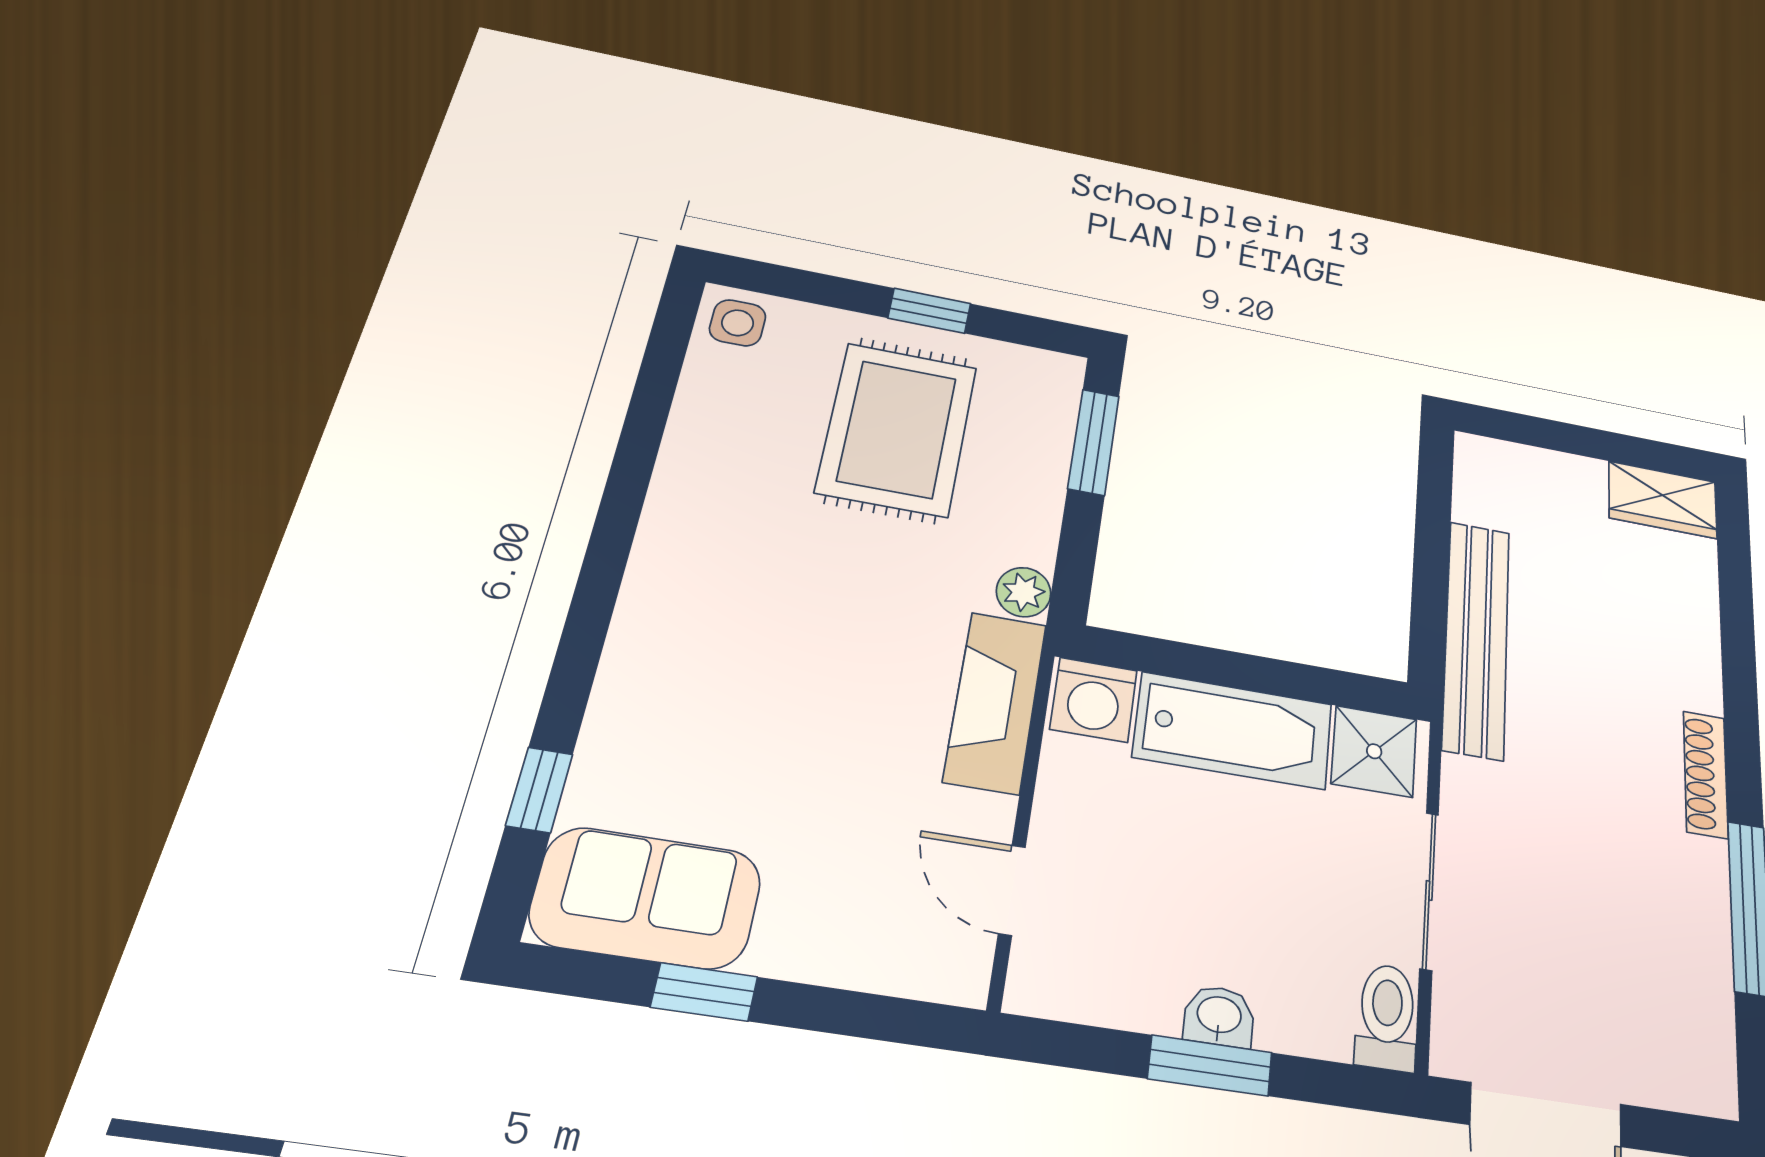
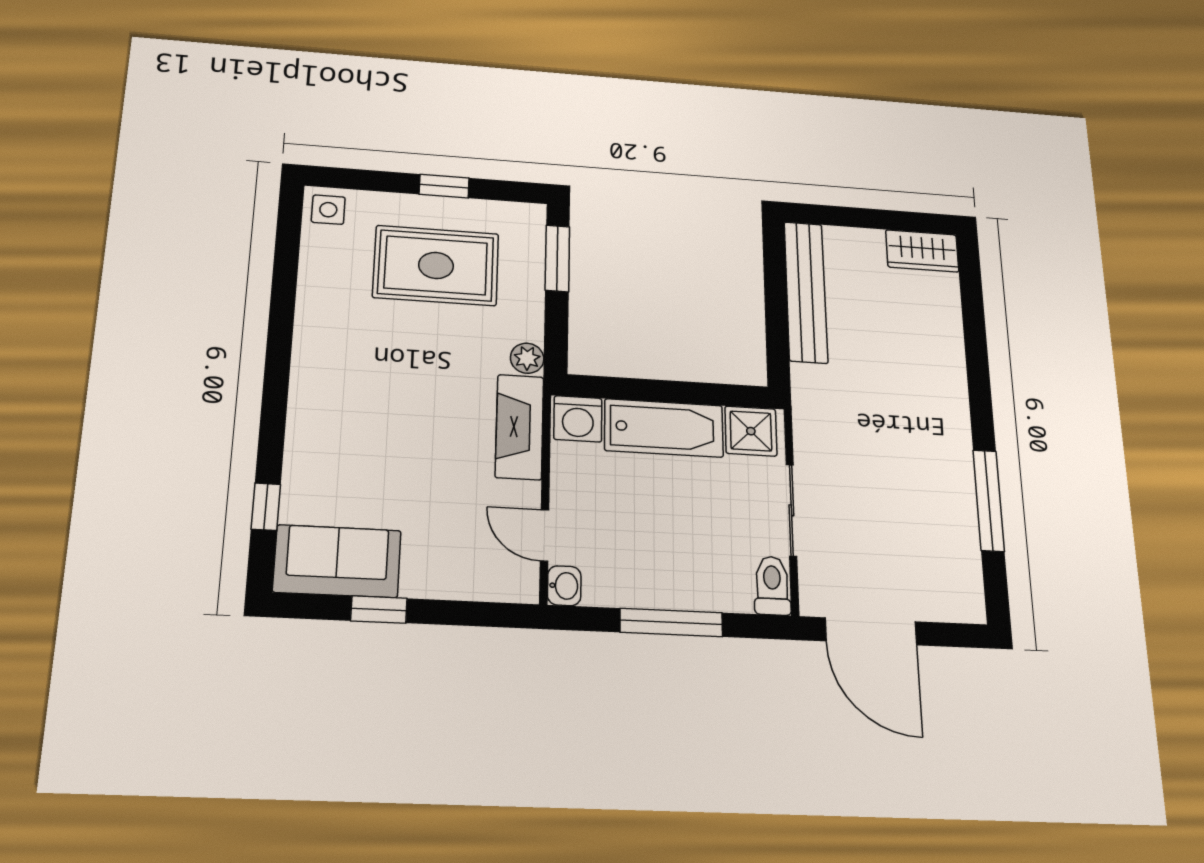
rug: (897, 429) -> (436, 265), turned 90
bench: (1476, 638) -> (806, 292), moved
shoe rack: (1706, 774) -> (958, 423), removed
washbasin: (1219, 1016) -> (564, 586), moved, turned 90
window: (1210, 1066) -> (671, 622), width x1.44

